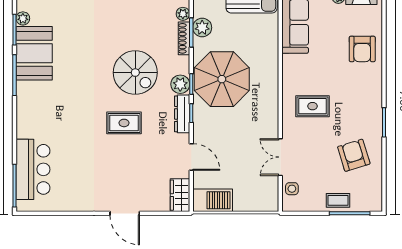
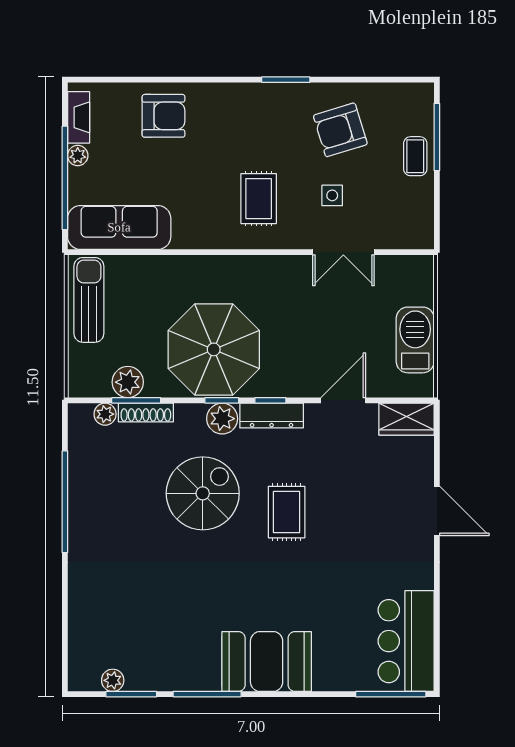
booth: (34, 53) -> (267, 662), moved
bar counter: (33, 169) -> (406, 641), moved, turned -90
side table: (292, 189) -> (332, 195), moved
barbecue: (213, 200) -> (415, 340), moved
door: (125, 213) -> (437, 511), hinge flipped

